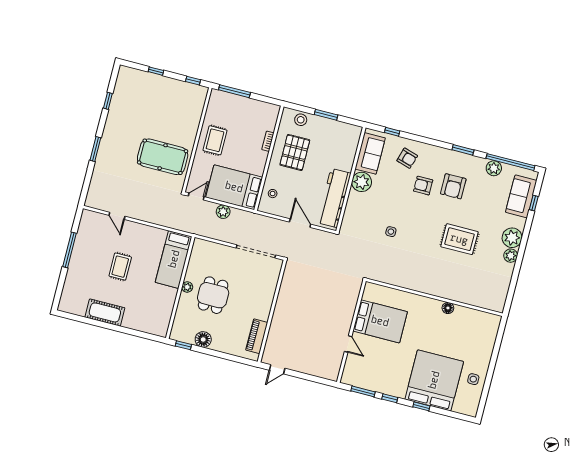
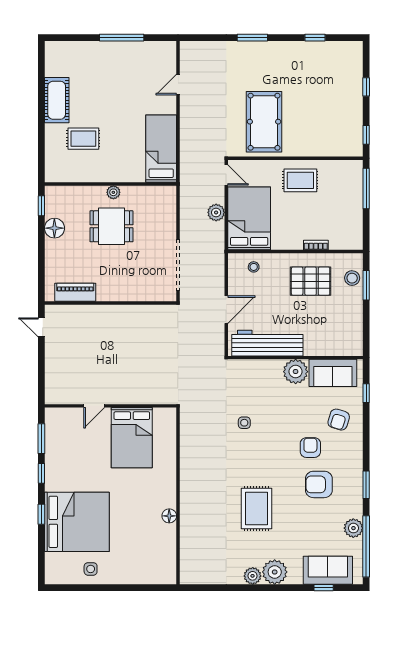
window: (326, 115) -> (366, 285), moved
bed: (174, 259) -> (161, 149), moved, turned 90
rug: (120, 267) -> (83, 139), moved

